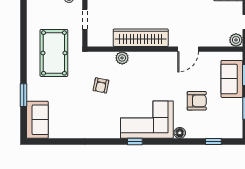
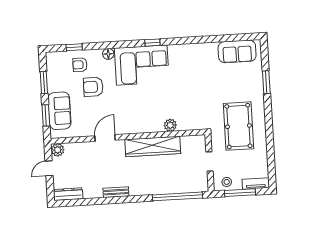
armchair: (101, 85) -> (80, 65), moved, turned -101
sofa: (37, 120) -> (237, 51), moved, turned -90

